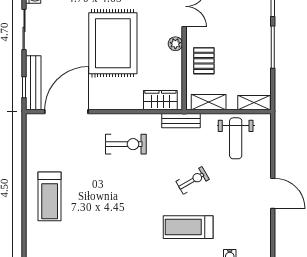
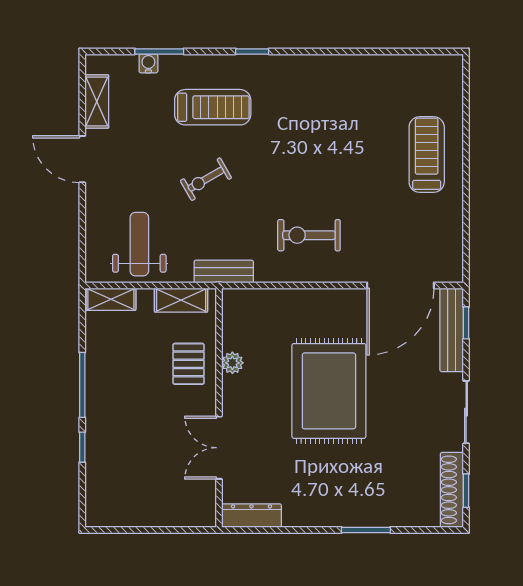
plant: (175, 44) -> (232, 363), moved
wardrobe: (160, 100) -> (256, 303), removed
shelving: (263, 231) -> (97, 102), added

